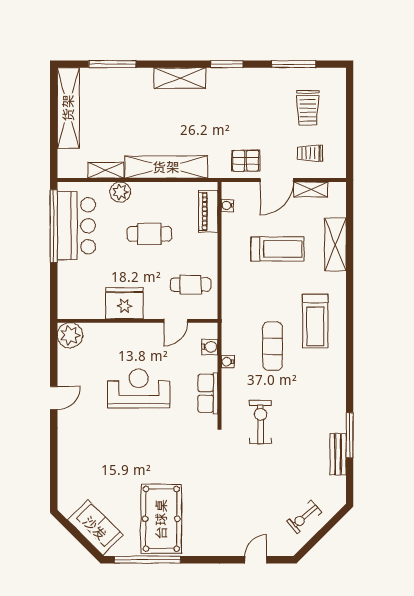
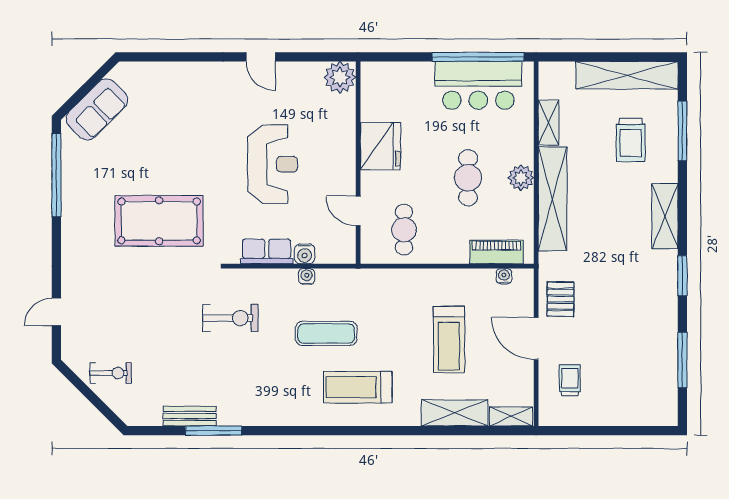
trolley: (308, 108) -> (631, 140), moved, turned -90
shelving: (311, 189) -> (511, 416), moved, turned 90
plant: (120, 192) -> (521, 178), moved
water cooler: (210, 347) -> (305, 254), moved
exercise bike: (304, 517) -> (110, 373), turned 131
pool table: (161, 519) -> (159, 221), moved
door: (256, 560) -> (56, 312), swing flipped

